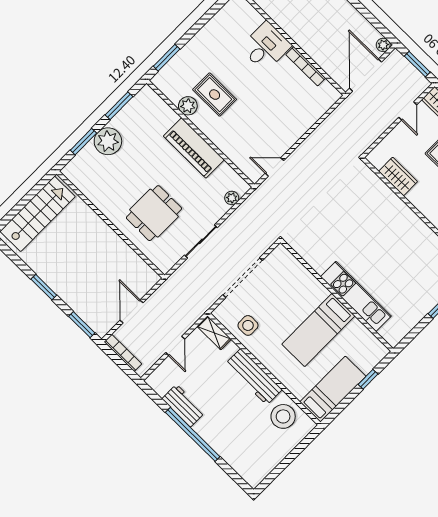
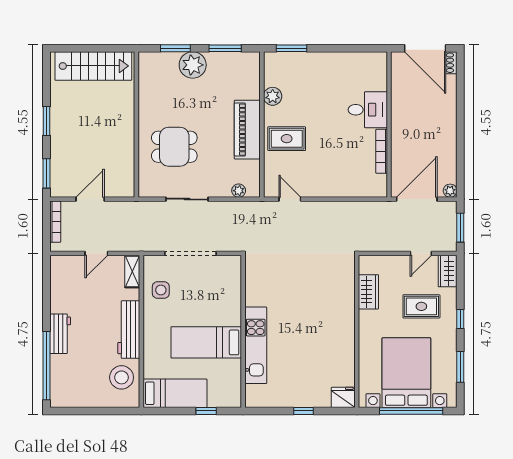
rug: (215, 95) -> (287, 139), moved, turned 90
workbench: (183, 406) -> (60, 334), moved
window: (193, 434) -> (46, 366), moved

